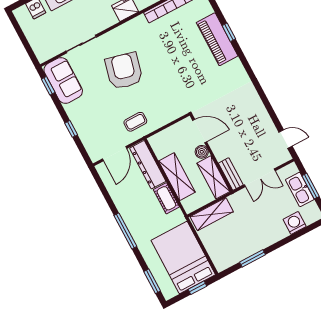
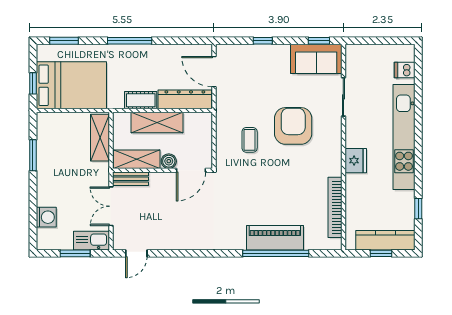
window: (229, 32) -> (276, 253), width x3.17
armchair: (124, 71) -> (293, 126), turned -104
coffee table: (135, 122) -> (250, 140), moved
kitchen sink: (300, 189) -> (91, 241), moved

